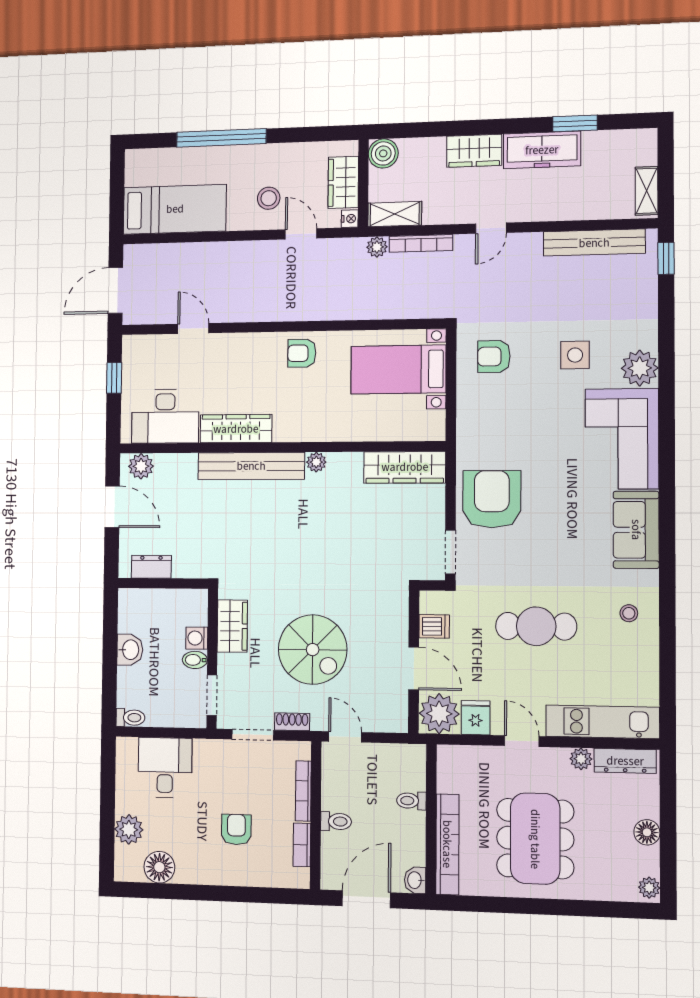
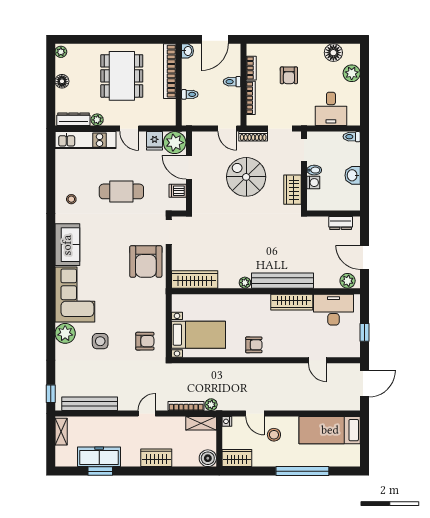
freezer: (542, 150) -> (99, 457), moved
wardrobe: (343, 182) -> (237, 458), moved, turned -90
shoe rack: (292, 722) -> (253, 136), width x1.43

